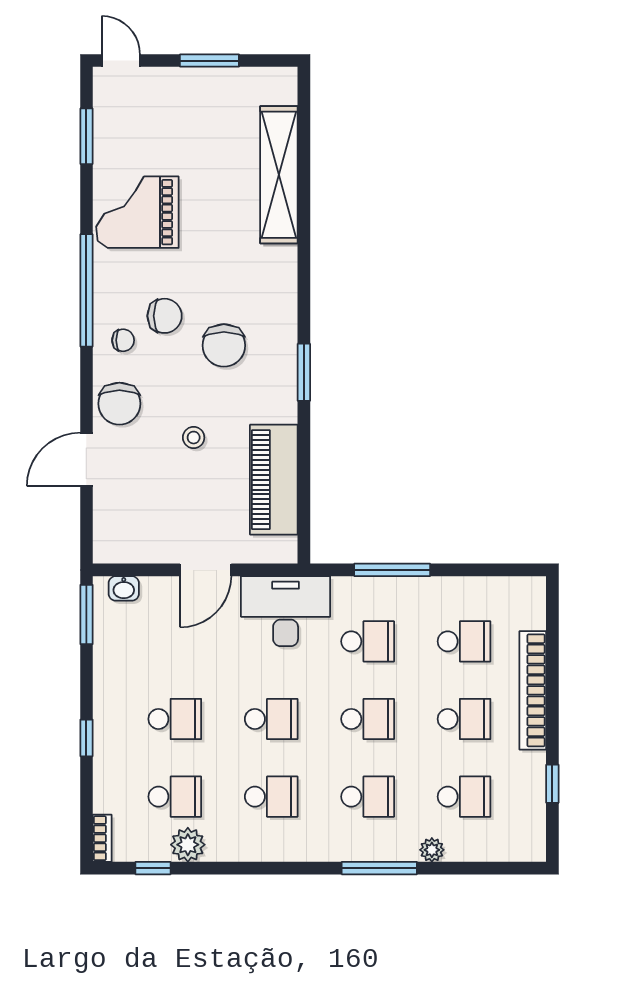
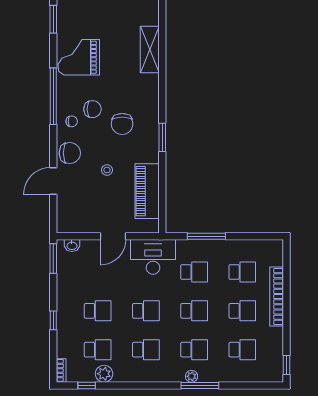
shelving: (279, 175) -> (150, 49), width x0.68
chair: (119, 404) -> (70, 153), turned -90
window: (552, 784) -> (286, 365), moved
plant: (432, 850) -> (192, 376), moved

